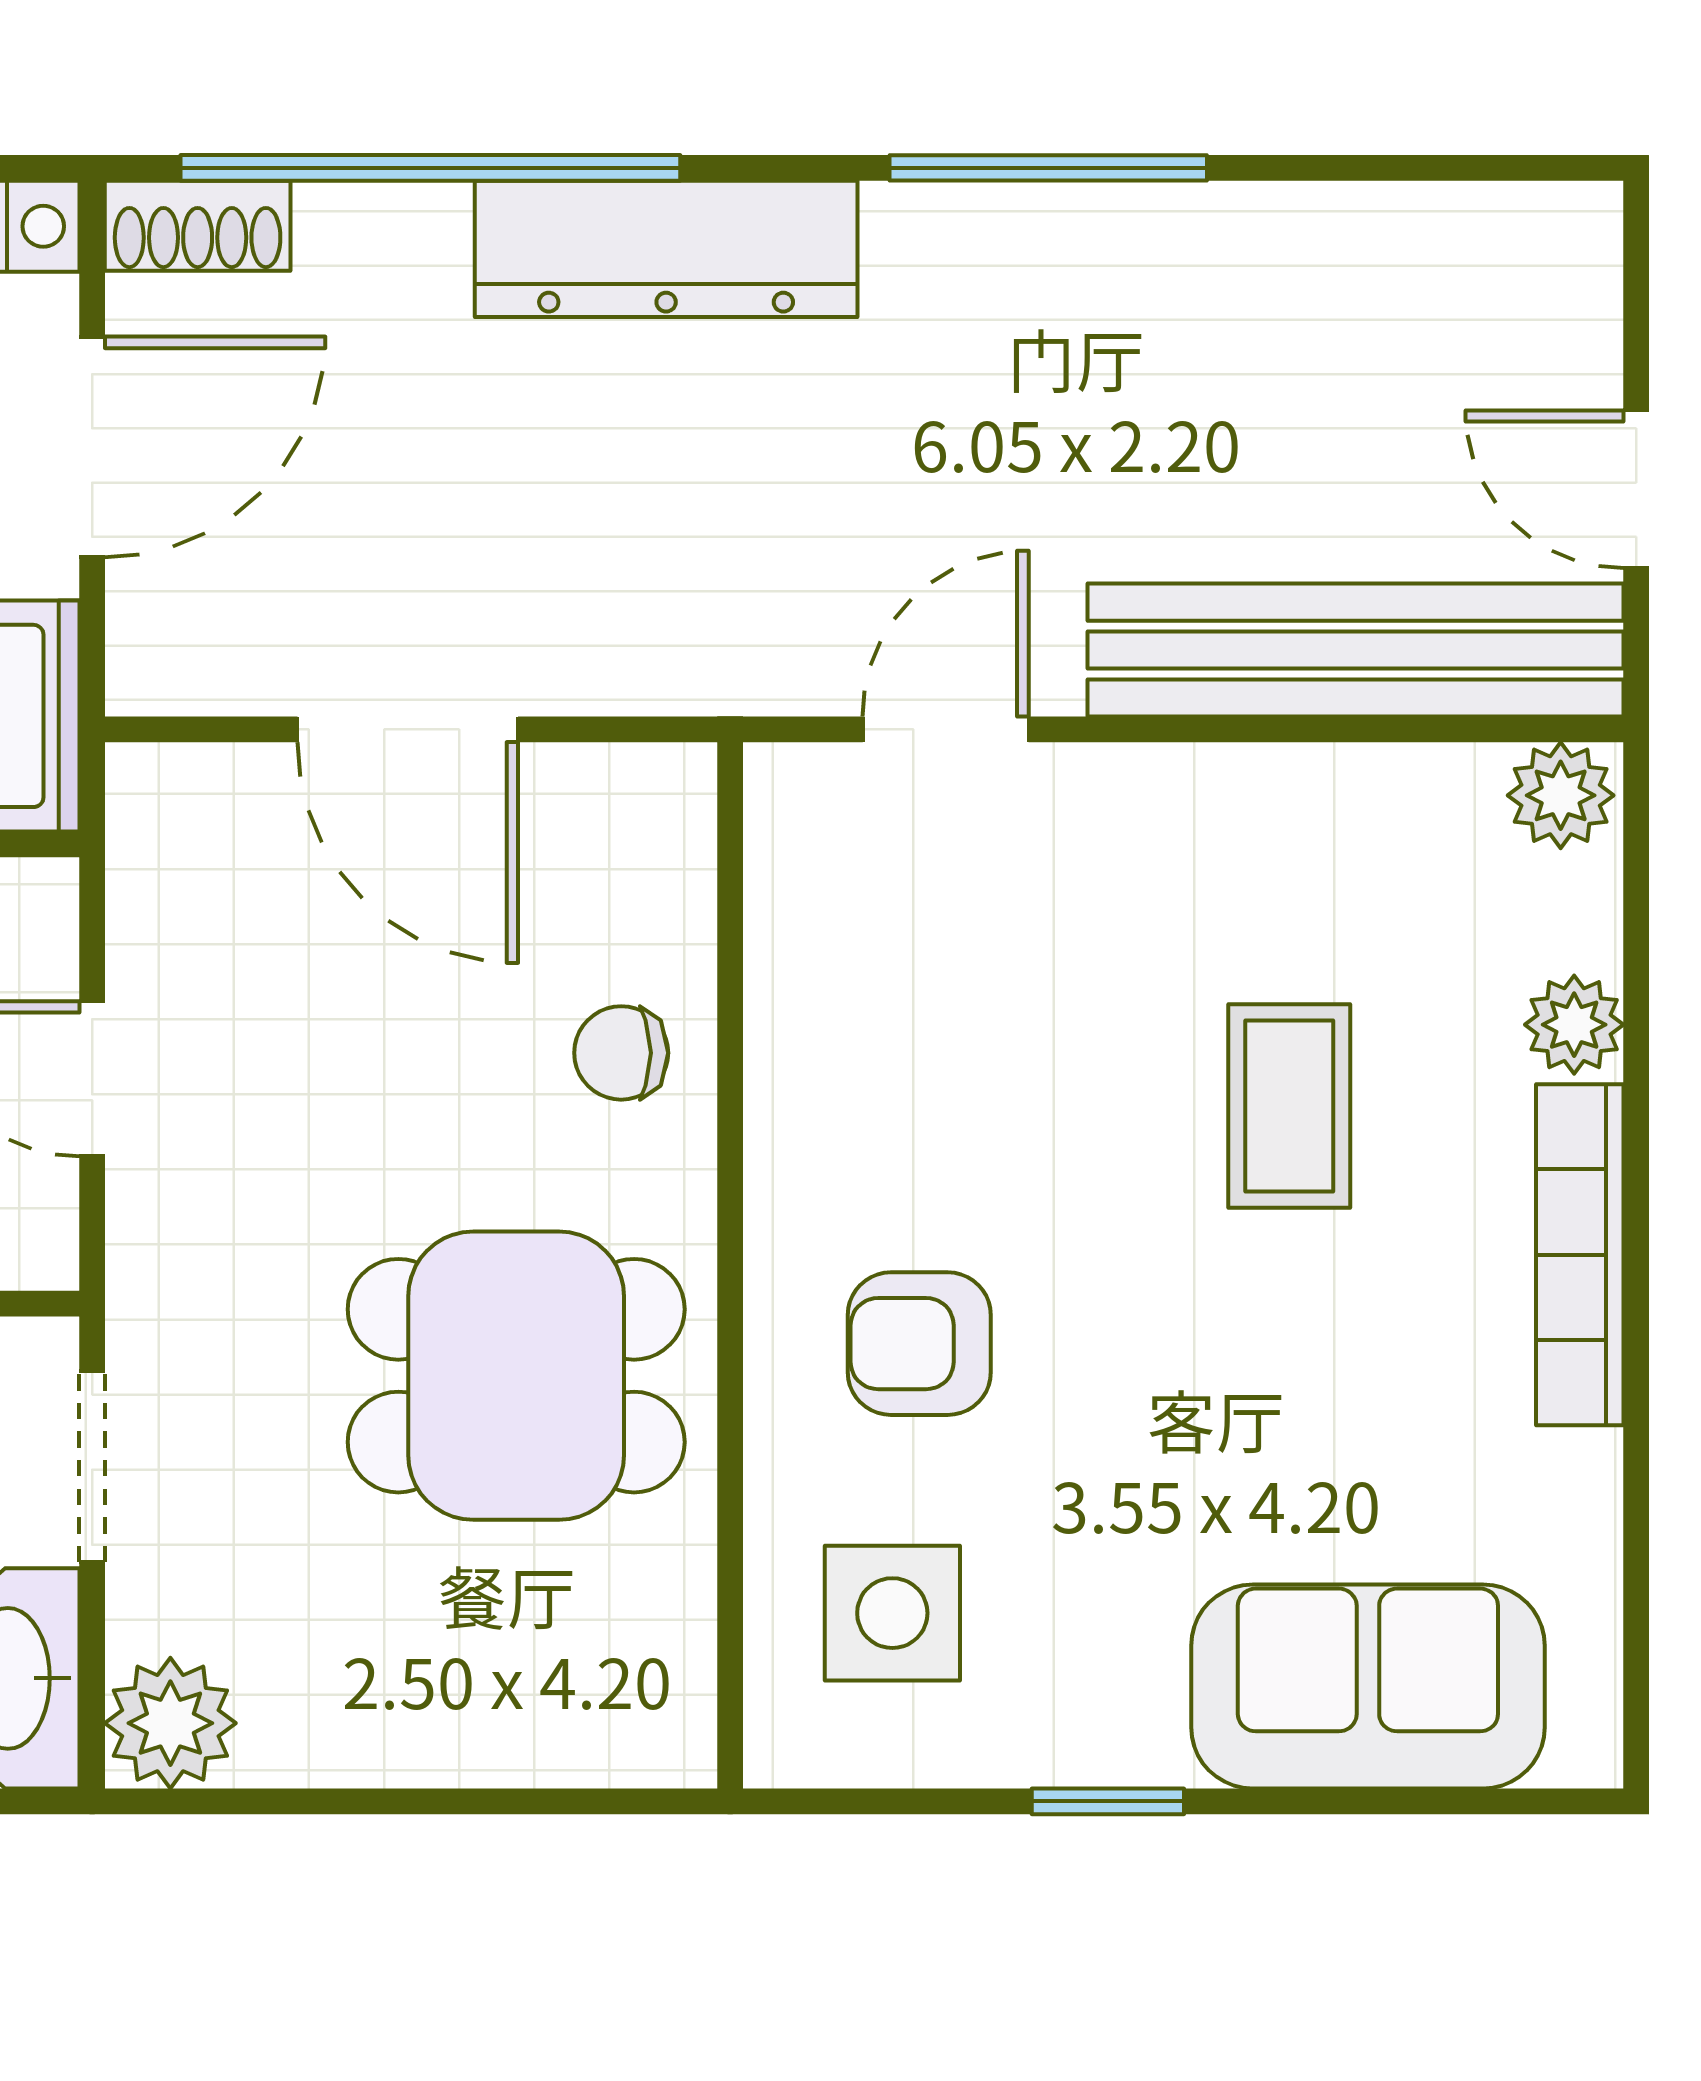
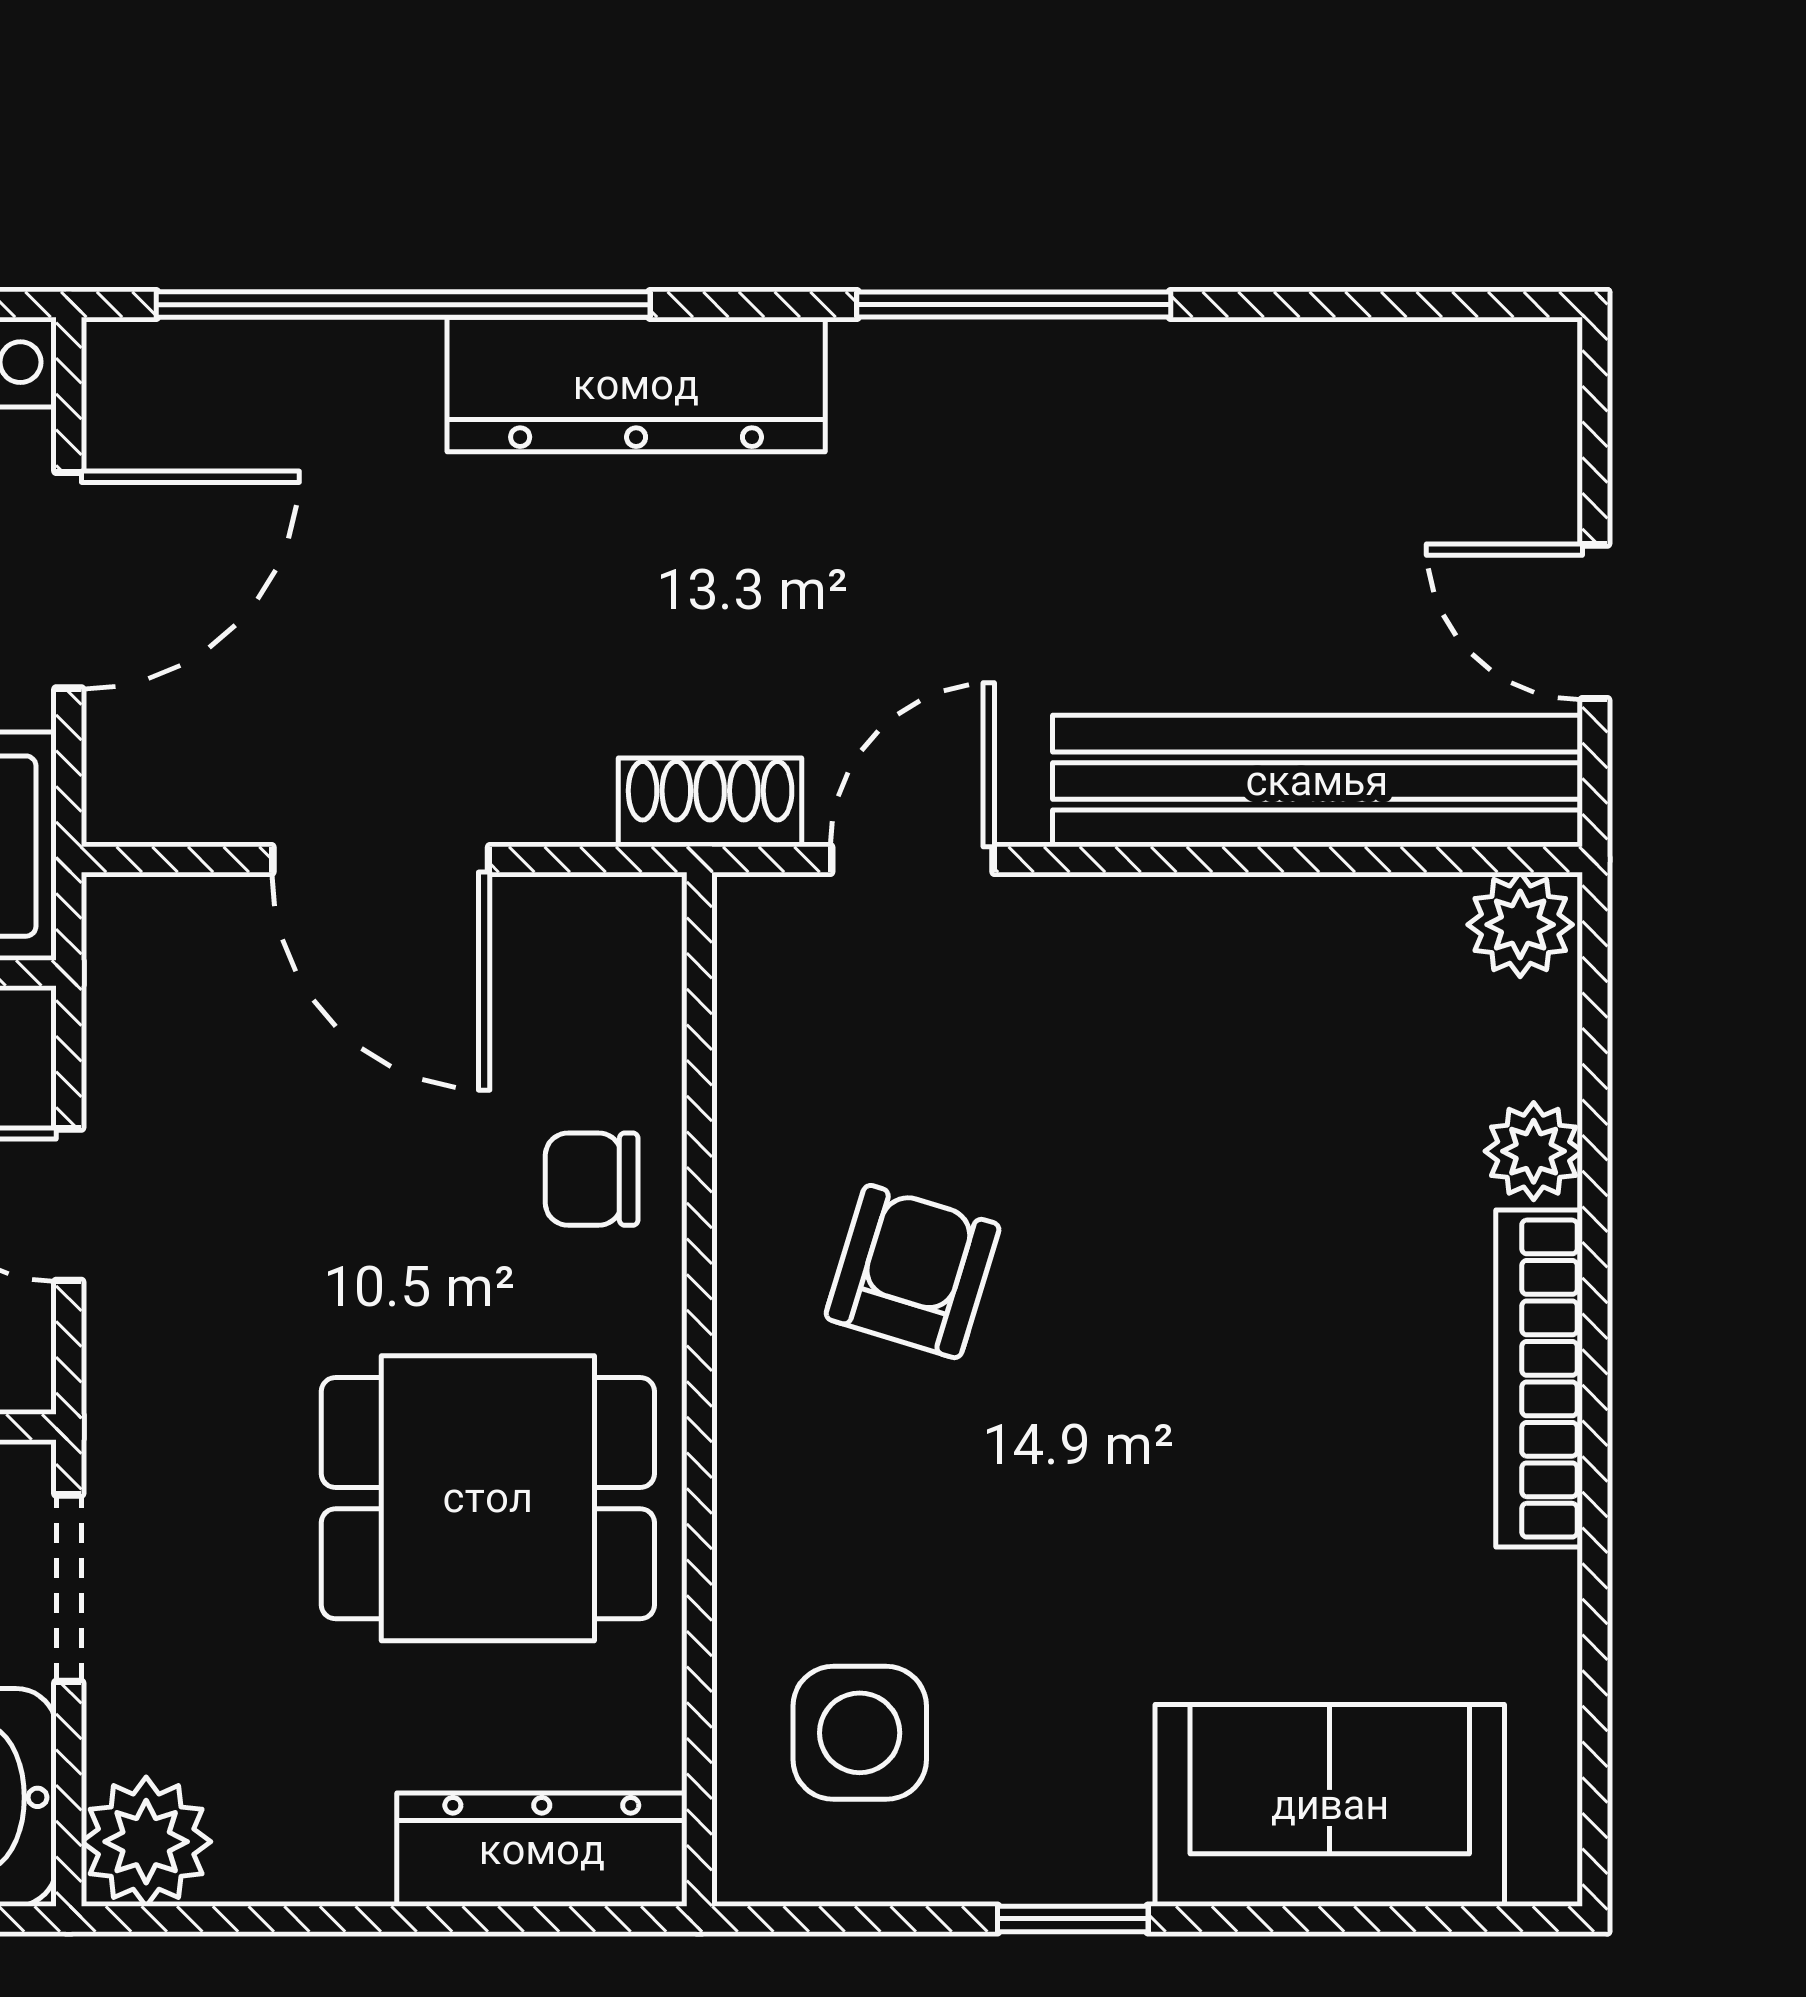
shoe rack: (198, 226) -> (710, 802), moved, turned 180
coffee table: (1289, 1106) -> (1252, 1232), removed
armchair: (919, 1344) -> (913, 1272), moved, turned 107
dresser: (571, 1731) -> (542, 1850), added

